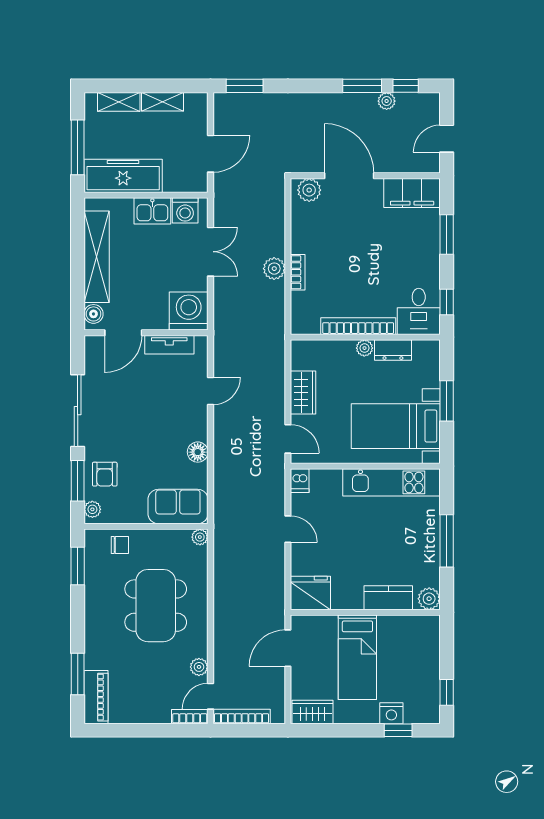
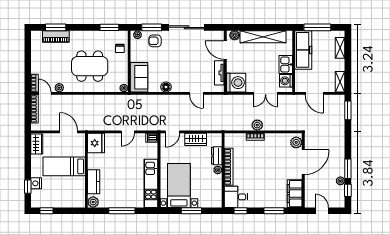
shelving: (162, 102) -> (340, 82), moved
dresser: (393, 350) -> (217, 156), moved
piano: (96, 697) -> (56, 36), moved

